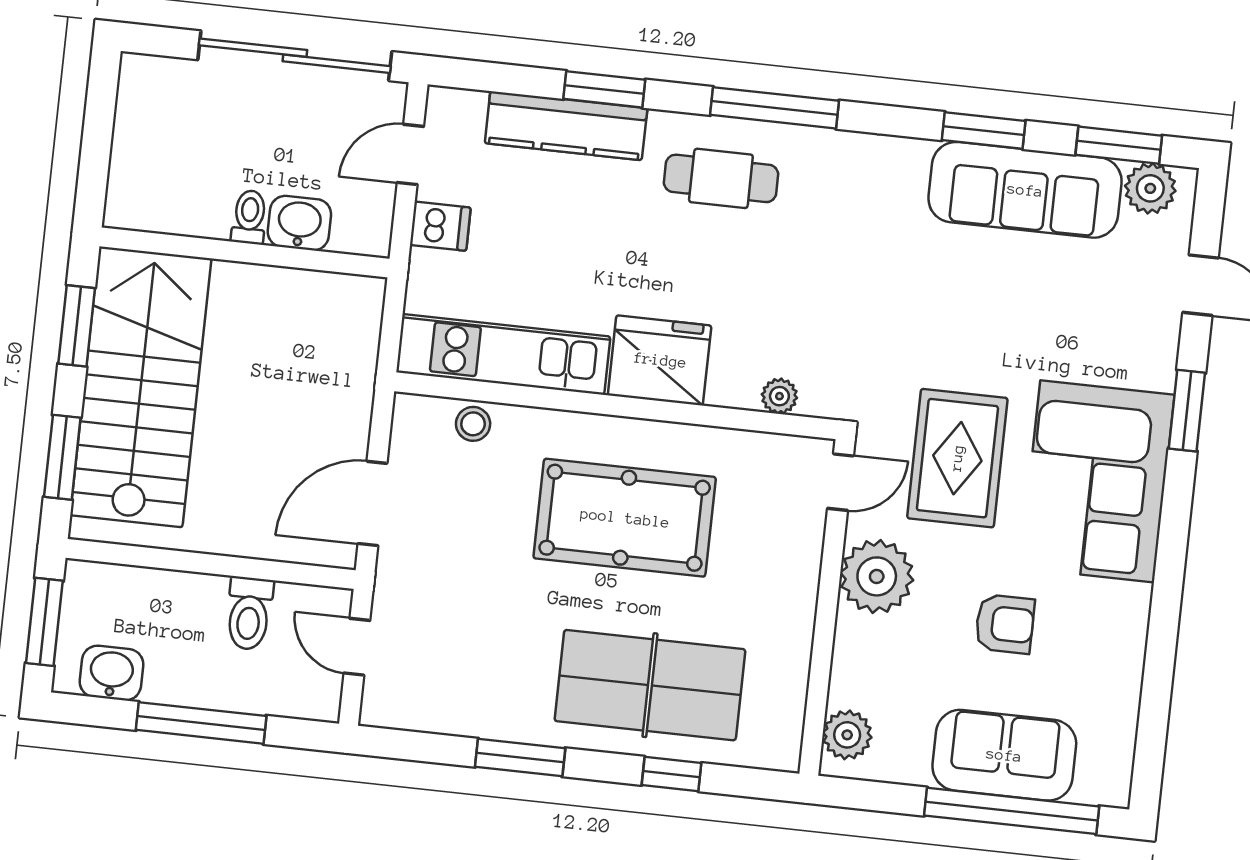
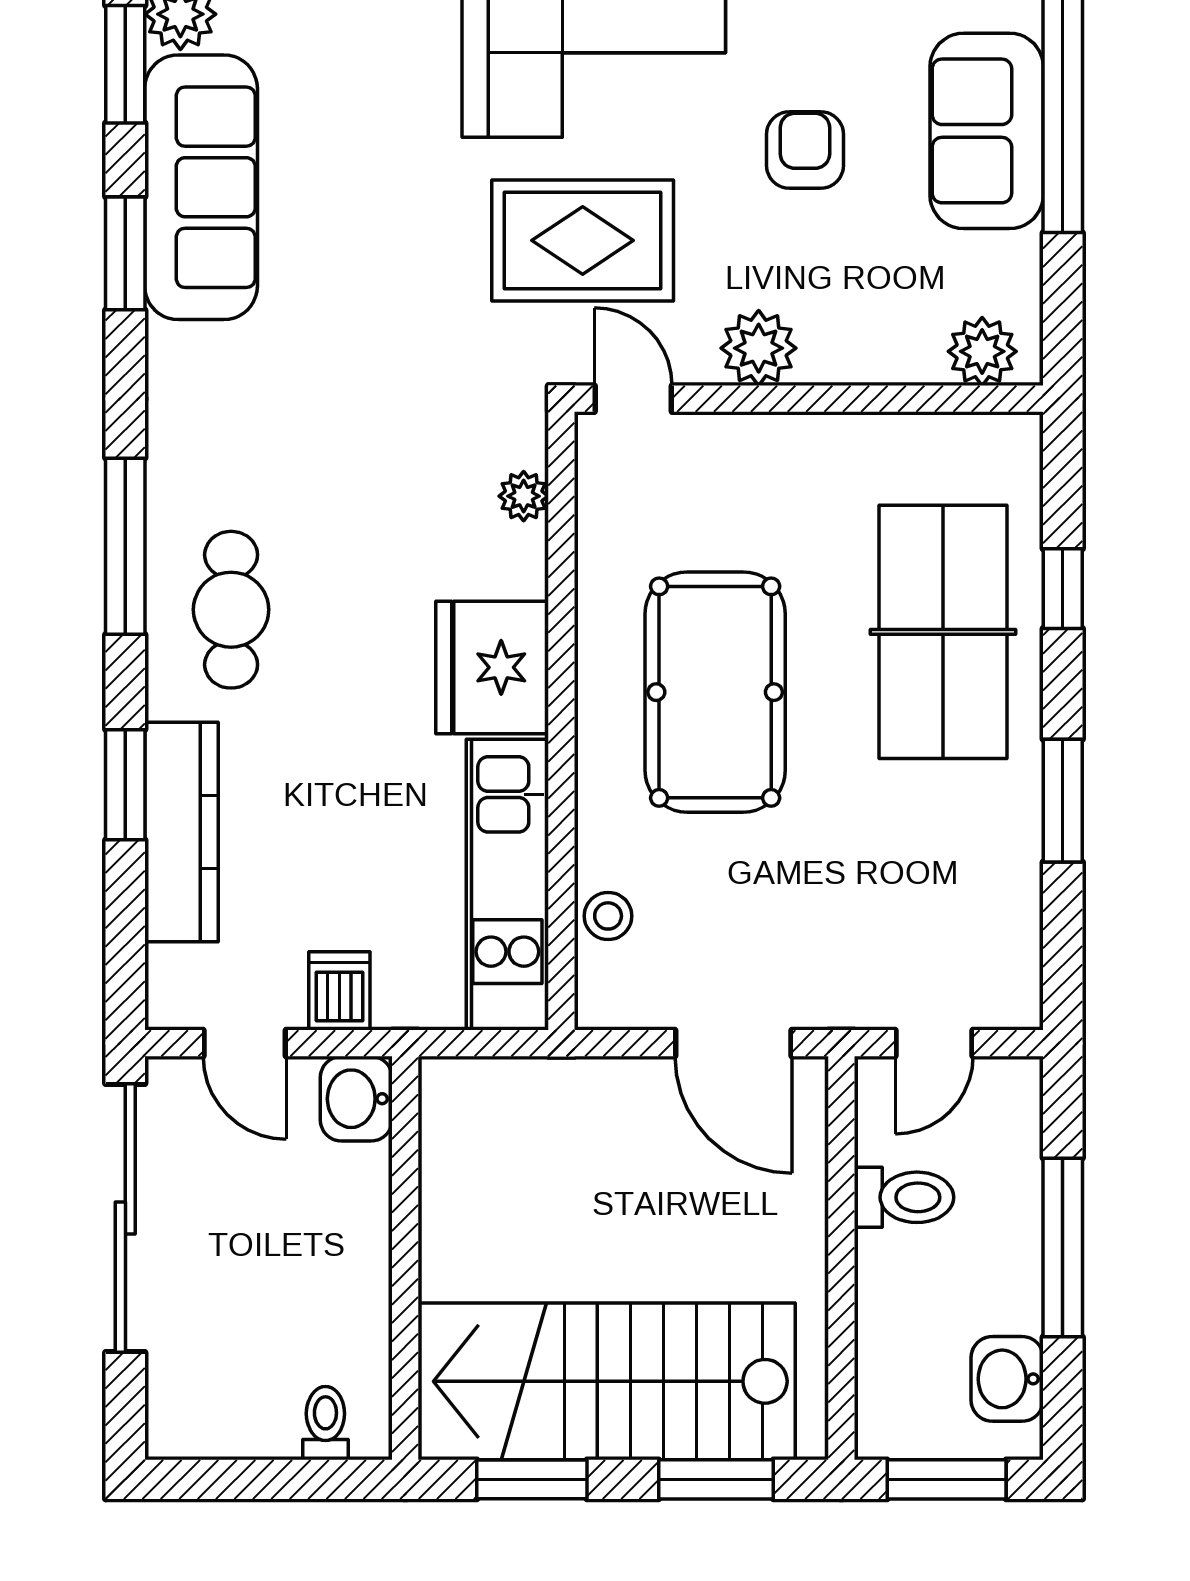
toilet: (249, 217) -> (325, 1423), moved, turned 90
washbasin: (299, 223) -> (356, 1099), moved
plant: (877, 576) -> (759, 348), width x0.73, depth x0.73

